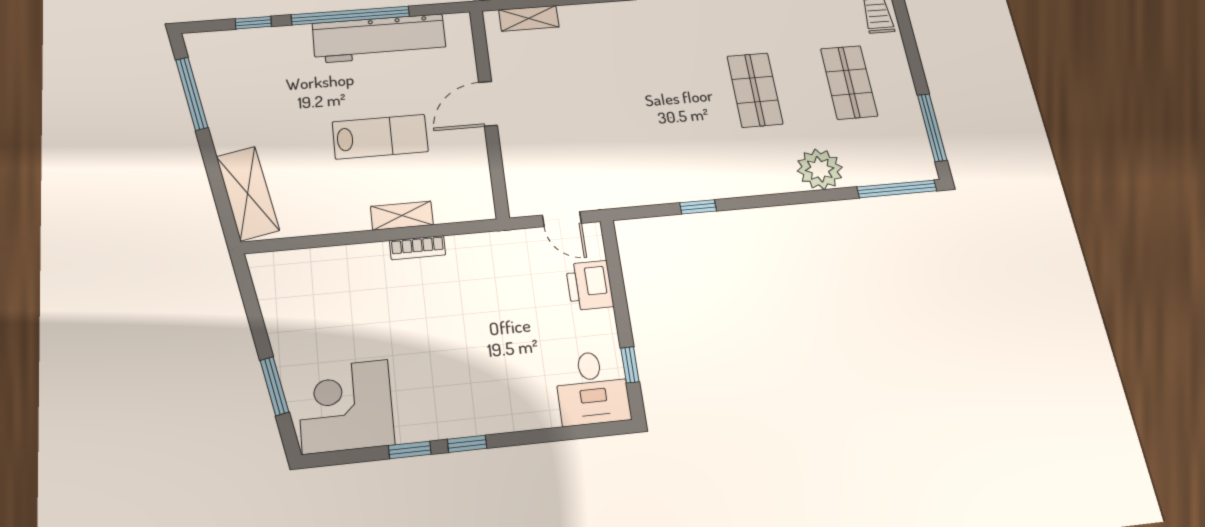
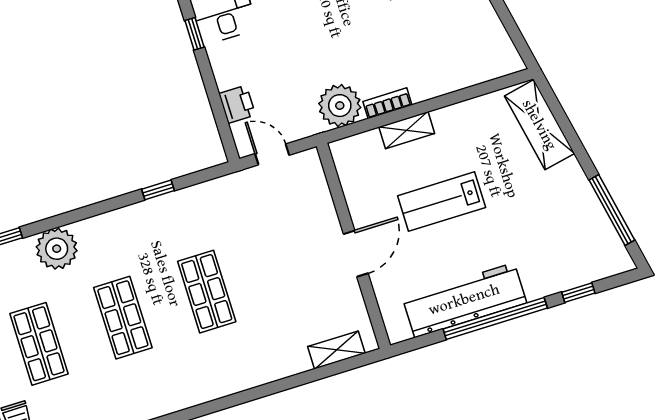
shop shelf: (659, 98) -> (207, 292), added
plant: (473, 256) -> (340, 106), added
printer: (590, 285) -> (237, 104), width x0.73, depth x0.81

